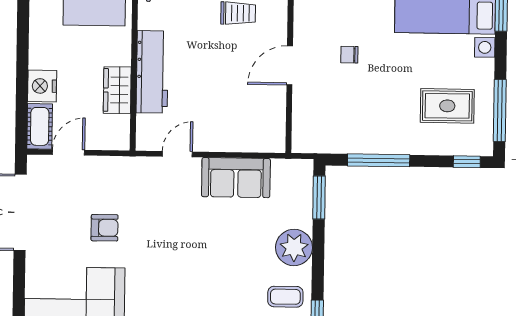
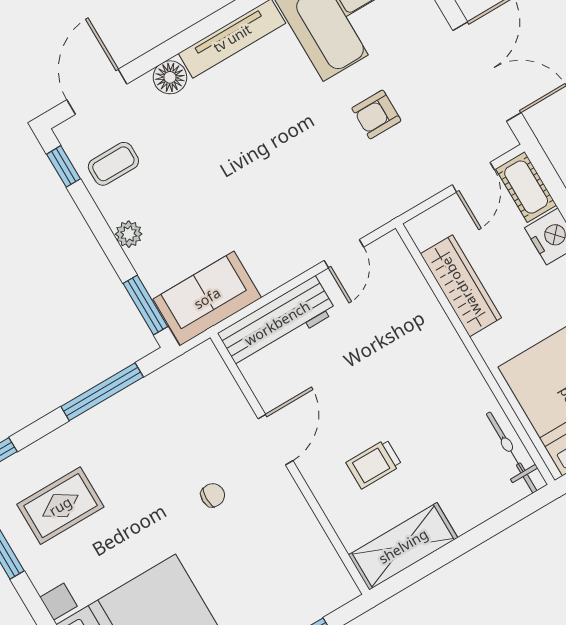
workbench: (152, 72) -> (277, 323), moved, turned -90
wardrobe: (117, 90) -> (461, 286), width x1.50
sofa: (236, 178) -> (207, 298), moved
plant: (294, 247) -> (129, 234), width x0.53, depth x0.53

